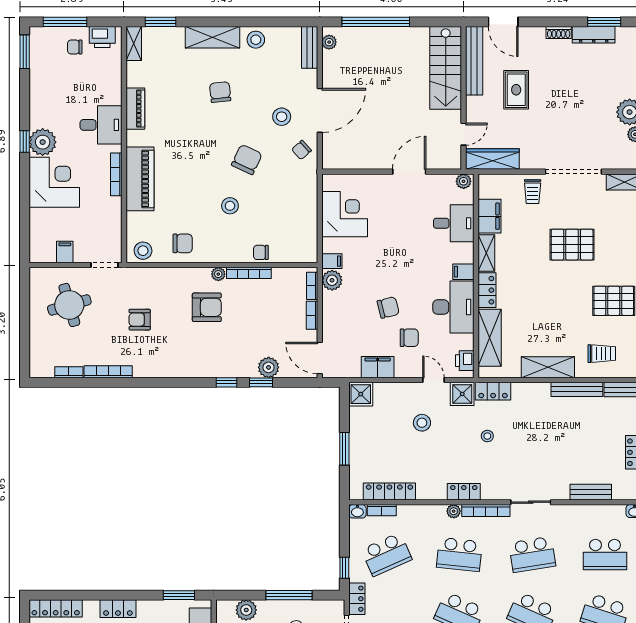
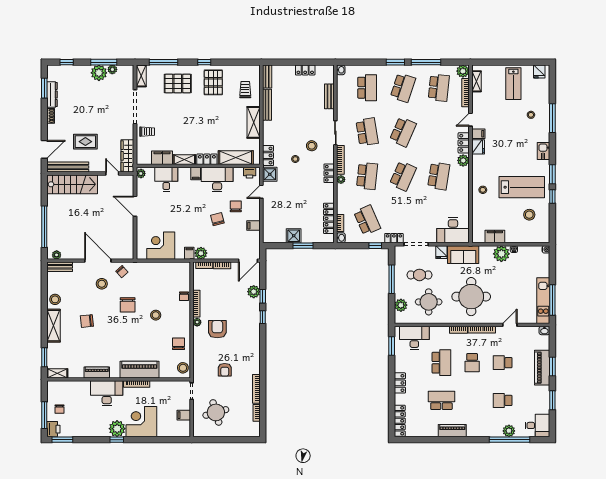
printer: (102, 37) -> (53, 429), moved
desk: (101, 125) -> (107, 393), width x1.37
chair: (247, 159) -> (128, 305), turned -115
pallet: (572, 245) -> (178, 84), moved, turned 90
filing cabinet: (378, 367) -> (253, 226), width x0.50
shower: (361, 394) -> (294, 236), moved
stool: (422, 423) -> (312, 146), moved

